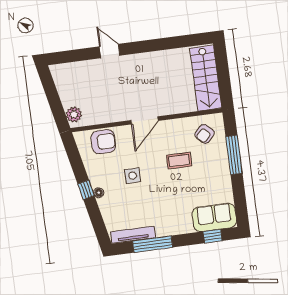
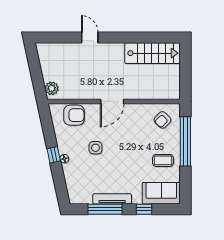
stairs: (206, 78) -> (153, 53), moved, turned -90
window: (234, 155) -> (185, 141), width x1.46
coffee table: (179, 161) -> (163, 160), moved
tv unit: (133, 235) -> (112, 199), moved
window: (213, 236) -> (144, 209), moved

